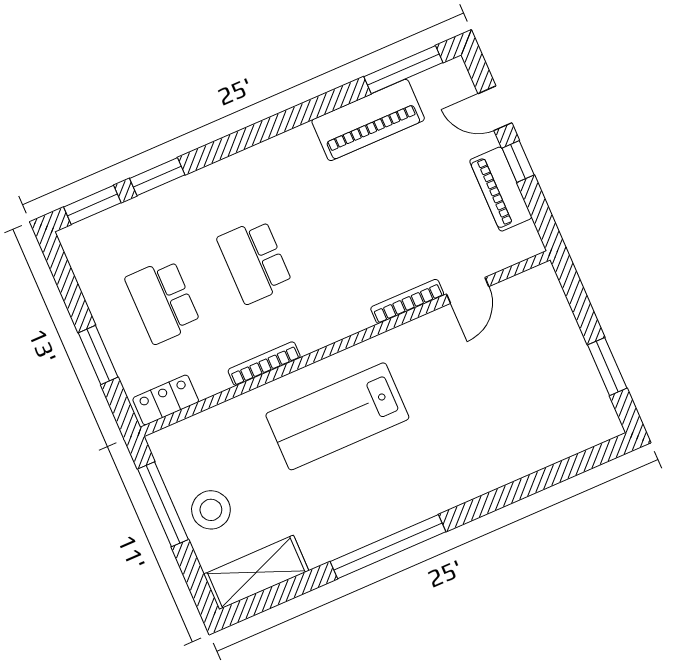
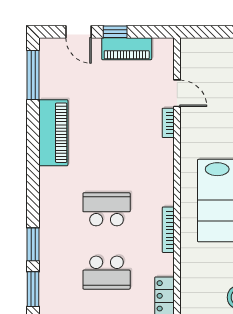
door: (495, 108) -> (78, 32), hinge flipped
piano: (368, 120) -> (53, 133), moved
school desk: (255, 261) -> (107, 209), turned 180
bookcase: (407, 301) -> (168, 123), width x0.64

